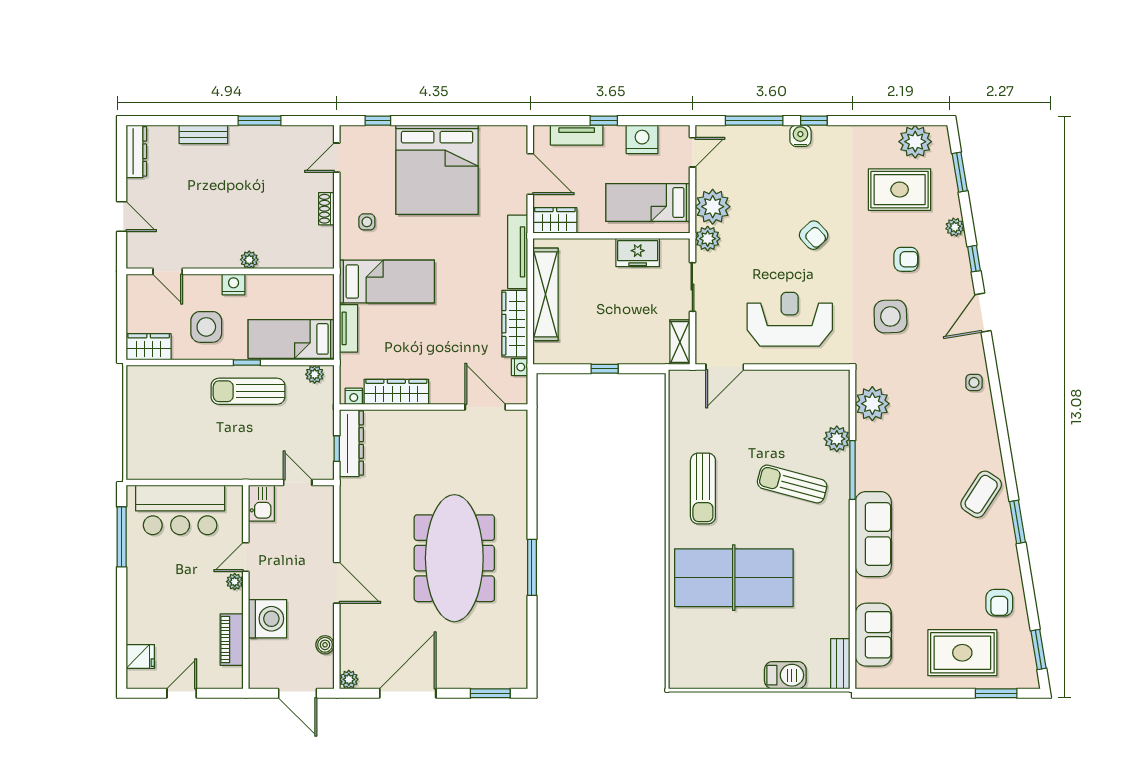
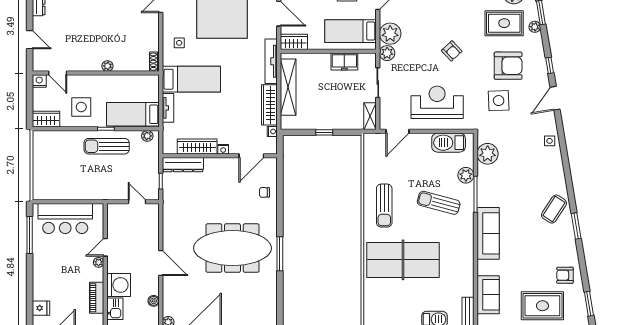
shoe rack: (326, 209) -> (154, 62), moved
plant: (955, 227) -> (535, 27), moved
armchair: (906, 259) -> (508, 66), width x1.88, depth x1.88
nightstand: (234, 284) -> (39, 81), moved
barbecue: (808, 385) -> (449, 143), added
nightstand: (354, 396) -> (223, 149), moved
door: (485, 407) -> (251, 156), swing flipped
dresser: (351, 443) -> (183, 165), moved, turned 90
chair: (507, 467) -> (264, 192), added
kitchen sink: (261, 503) -> (115, 309), moved
meeting table: (454, 558) -> (233, 248), turned 90
armchair: (999, 603) -> (565, 275), turned 90

